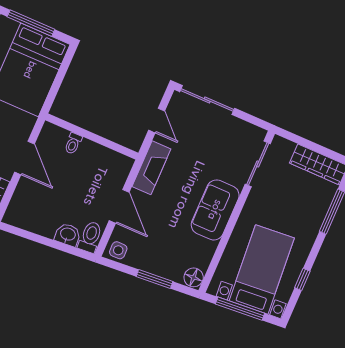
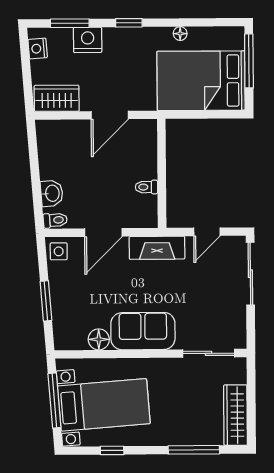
toilet: (73, 143) -> (146, 187), moved
toilet: (90, 237) -> (55, 220), width x0.73, depth x0.72
floor lamp: (194, 277) -> (99, 339), moved

